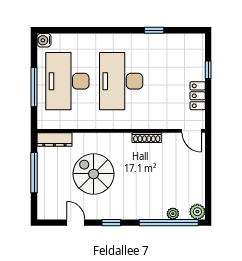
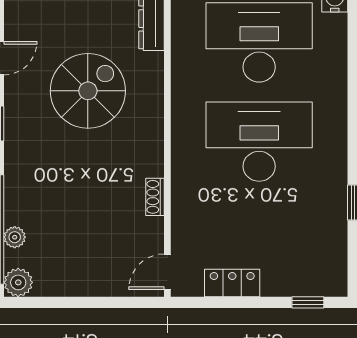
window: (208, 70) -> (308, 302), moved
shoe rack: (147, 138) -> (155, 197), width x0.70

